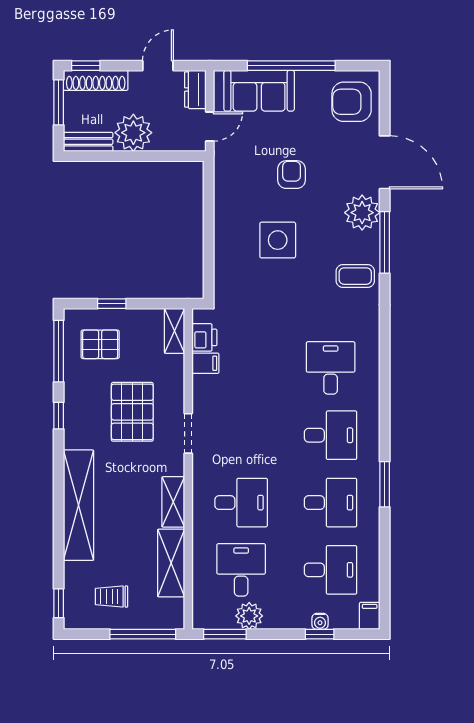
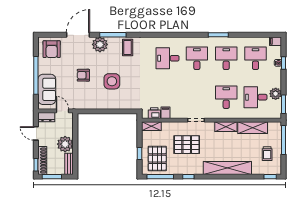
pallet: (100, 344) -> (157, 159), width x1.50, depth x1.42

